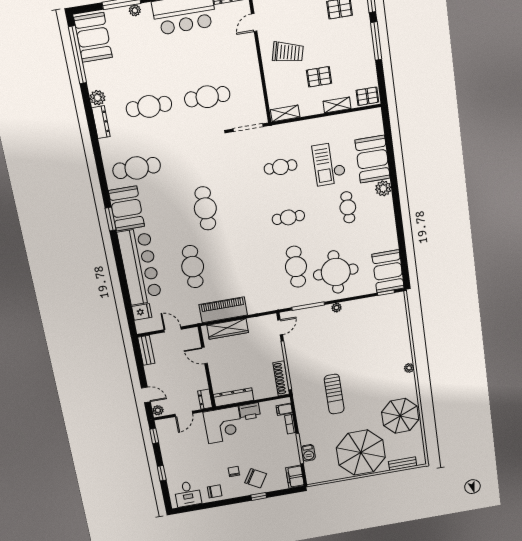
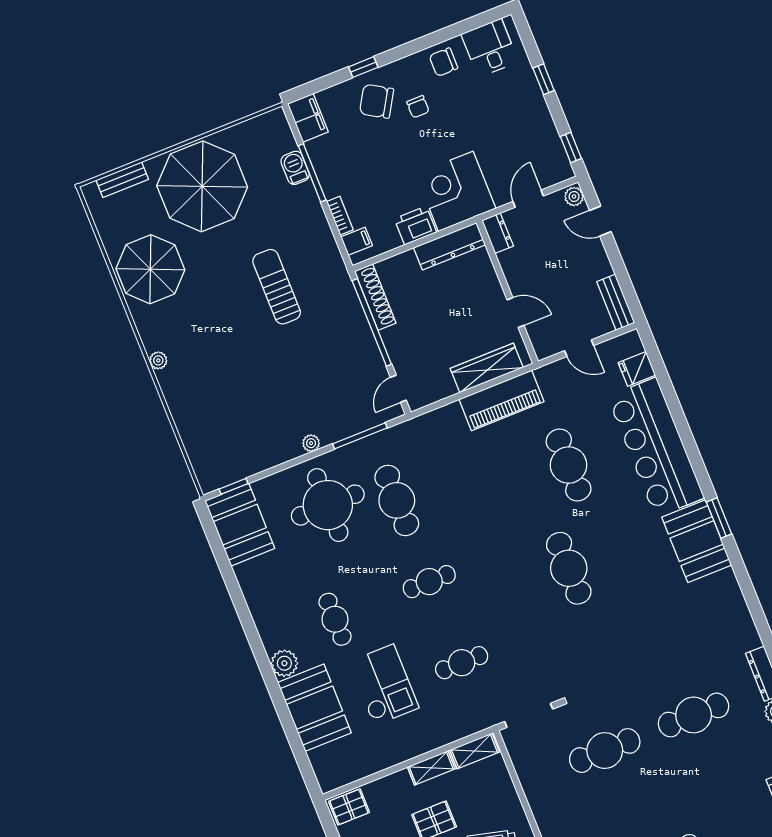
shelving: (337, 105) -> (431, 768), moved
cafe table: (137, 168) -> (693, 612), removed

